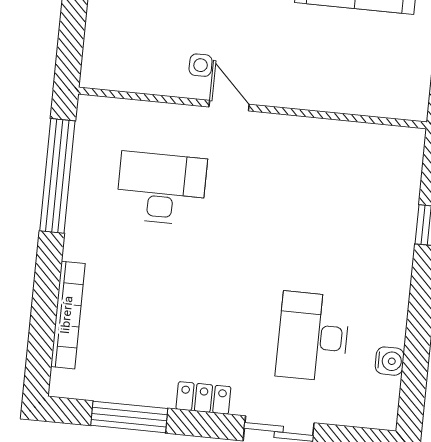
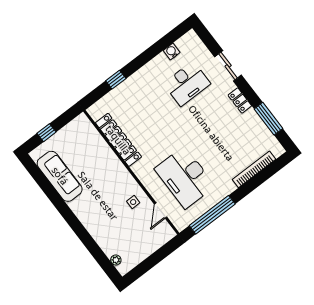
door: (229, 106) -> (161, 211), moved
locker: (326, 137) -> (118, 140), added
desk: (161, 188) -> (185, 177), width x1.36, depth x1.30

